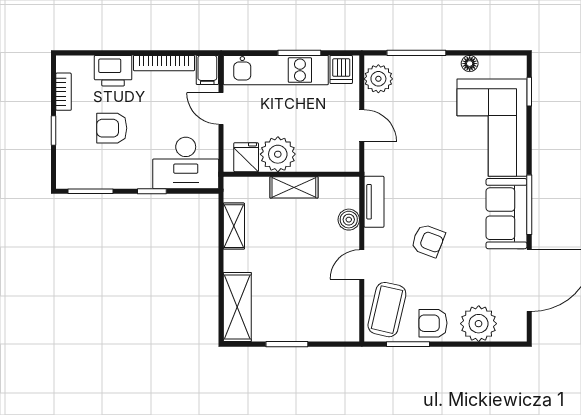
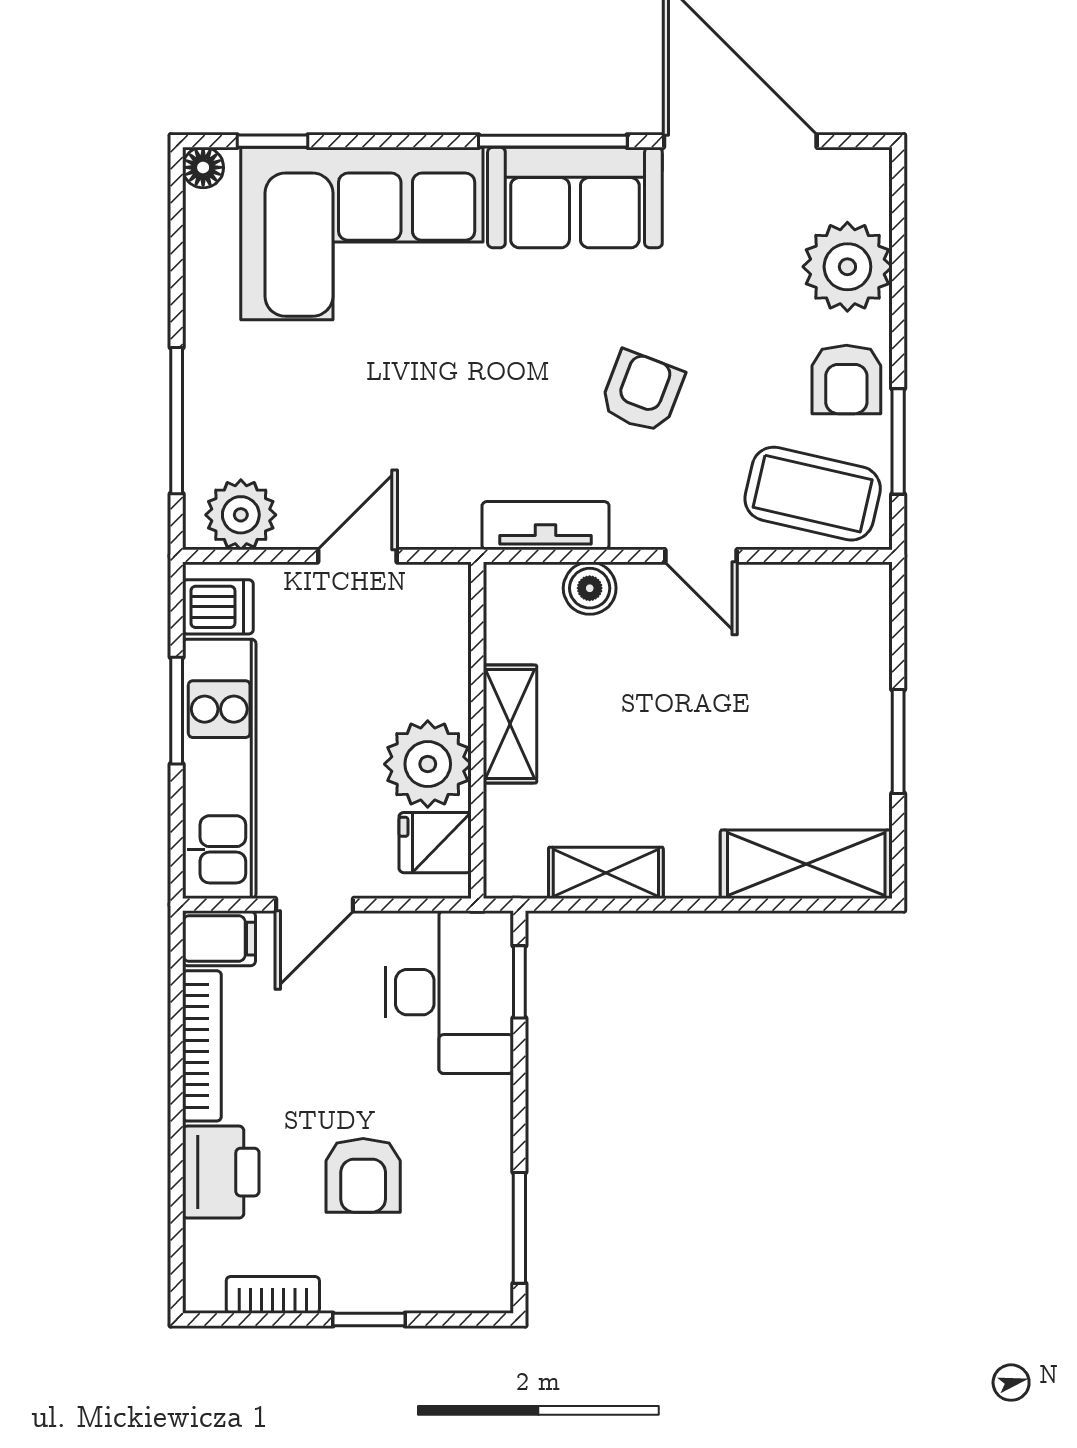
floor lamp: (470, 64) -> (203, 167), moved
window: (152, 191) -> (519, 982), moved

